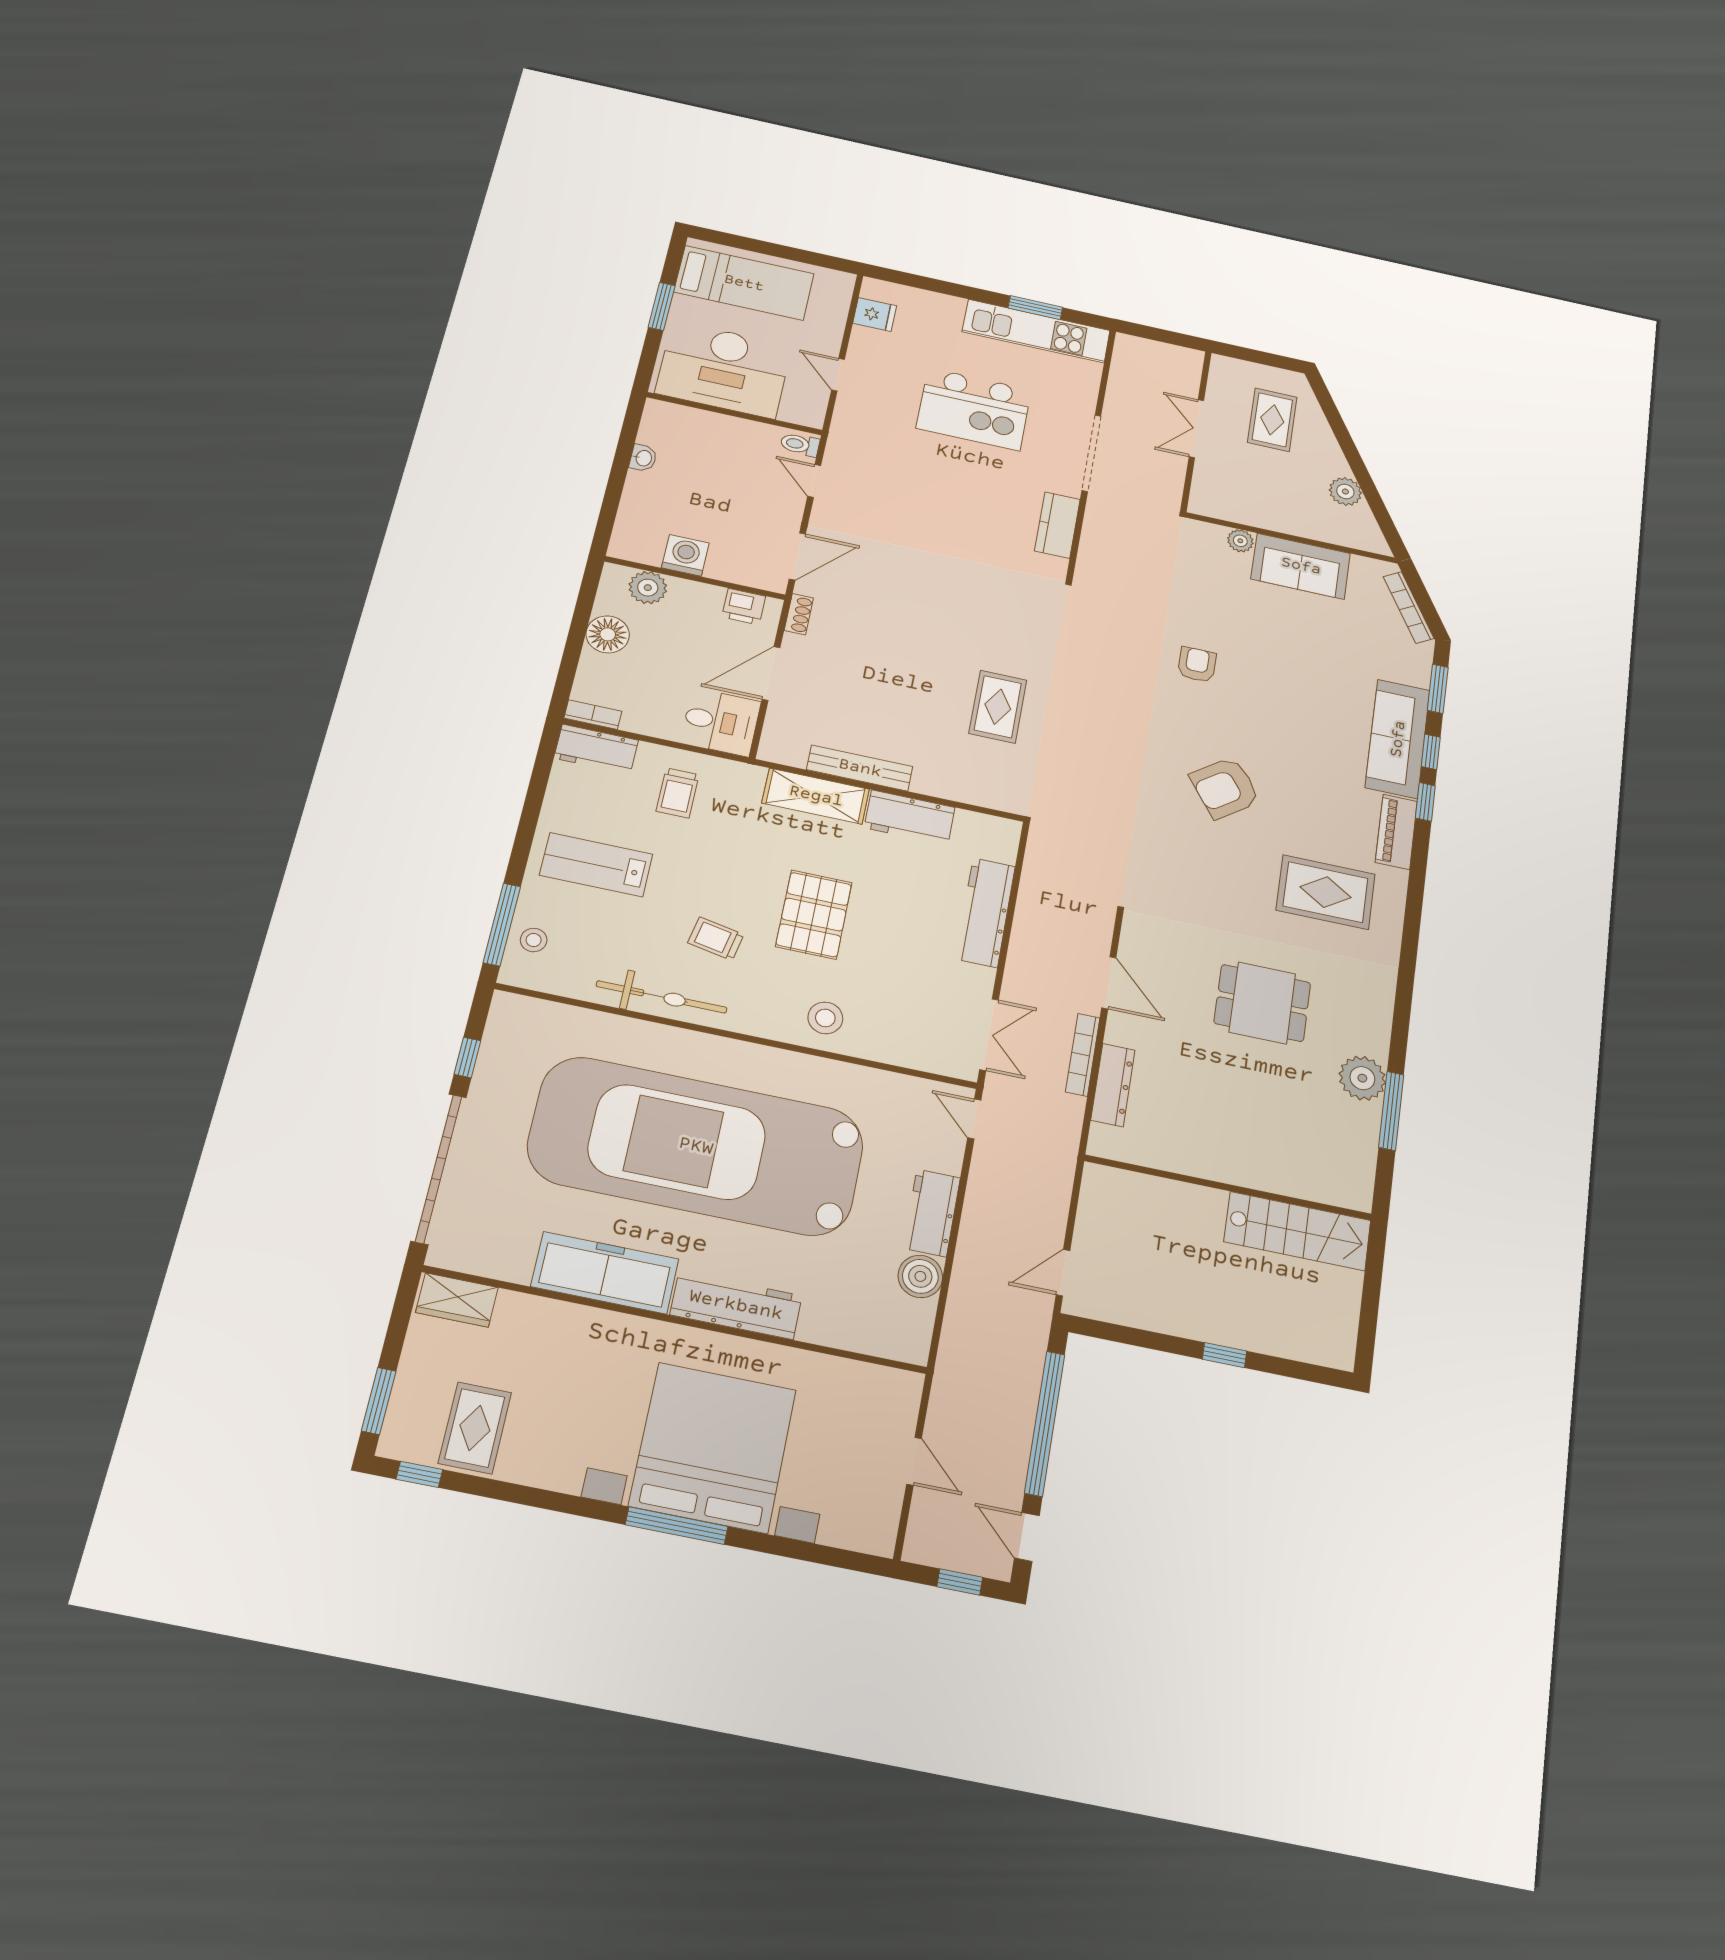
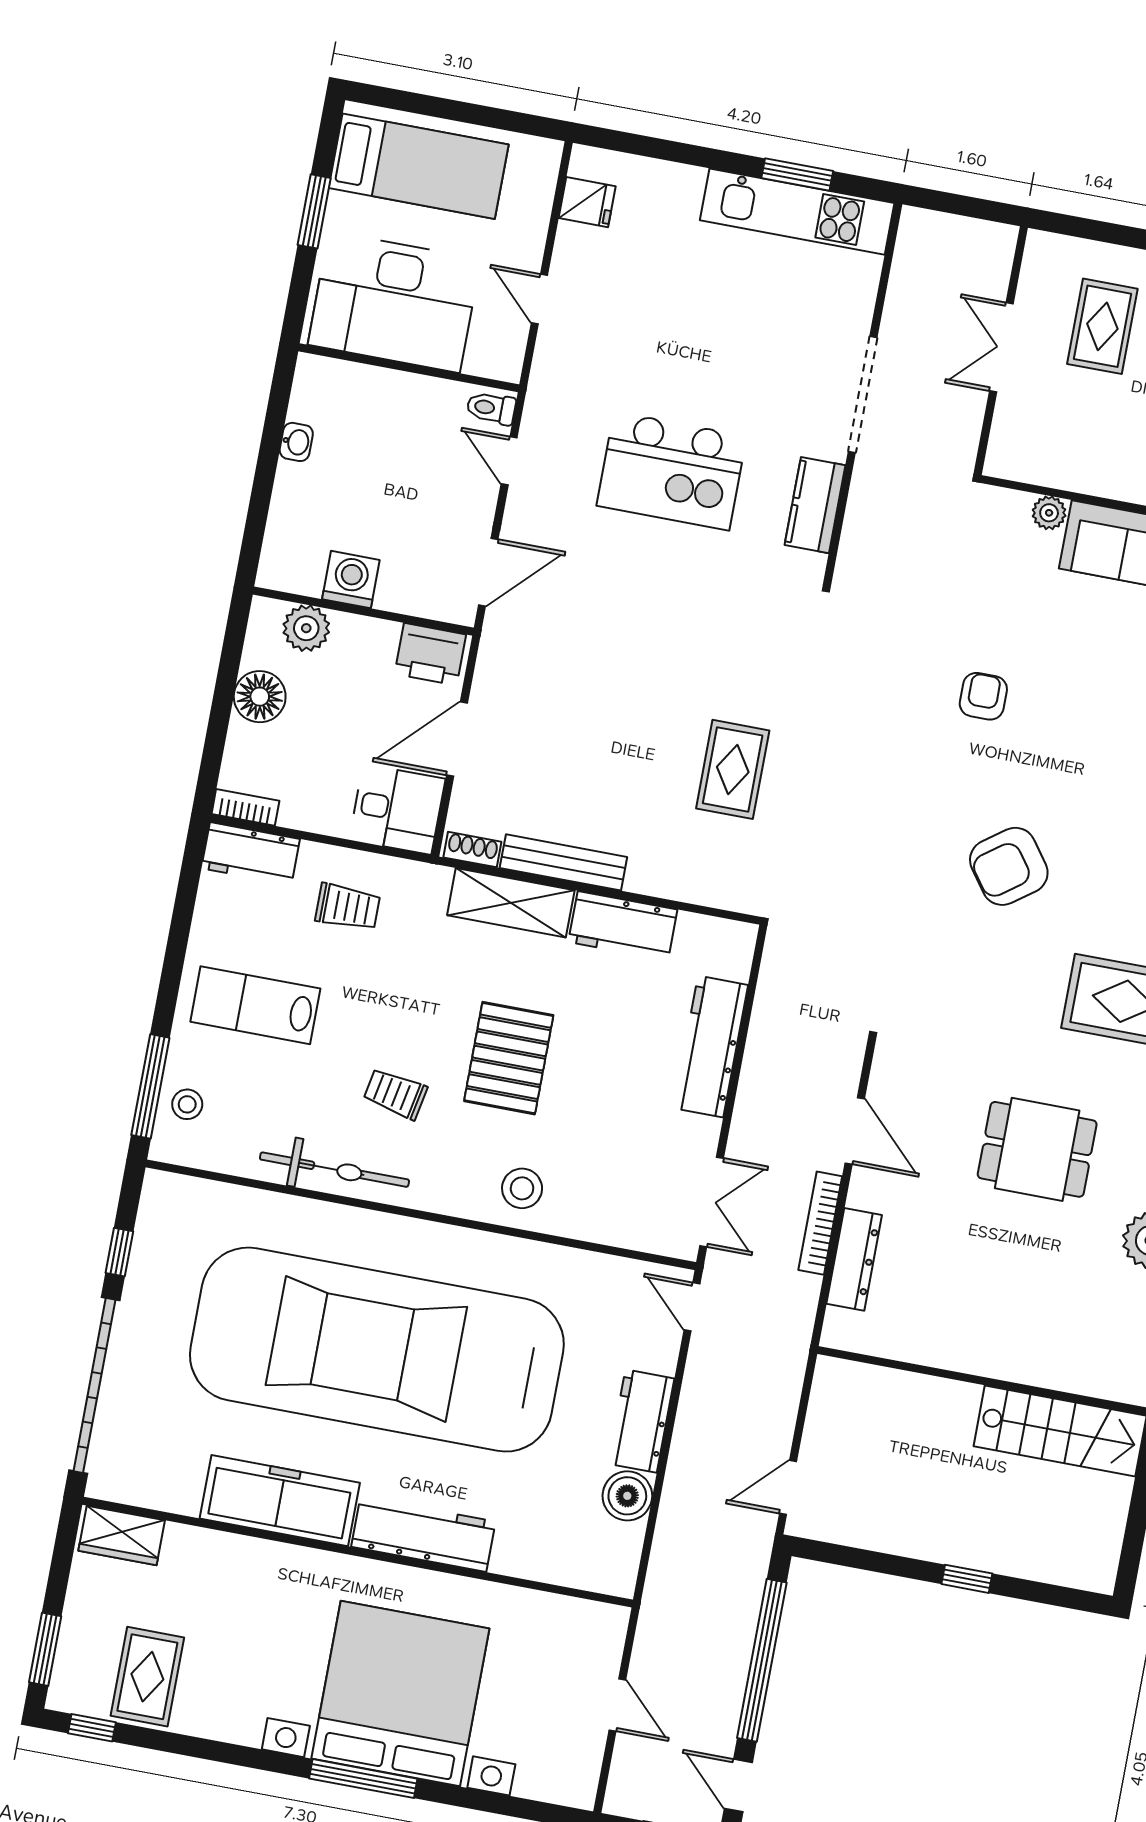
kitchen island: (974, 409) -> (672, 471), moved
printer: (744, 607) -> (430, 654), width x1.36, depth x1.24
shoe rack: (799, 614) -> (472, 850), moved, turned -90
trolley: (678, 793) -> (348, 907), turned -90

